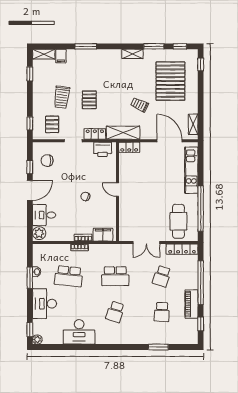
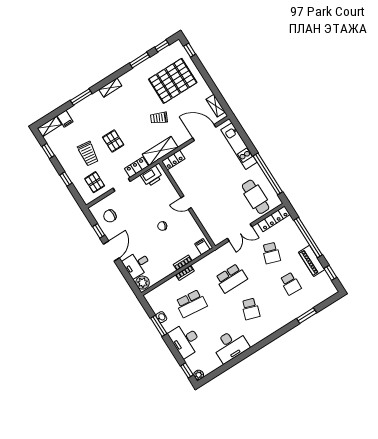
shelving: (132, 54) -> (110, 88), moved
pallet: (170, 81) -> (173, 81), turned 90
window: (30, 123) -> (66, 179), moved
filing cabinet: (103, 235) -> (202, 247), width x0.50

